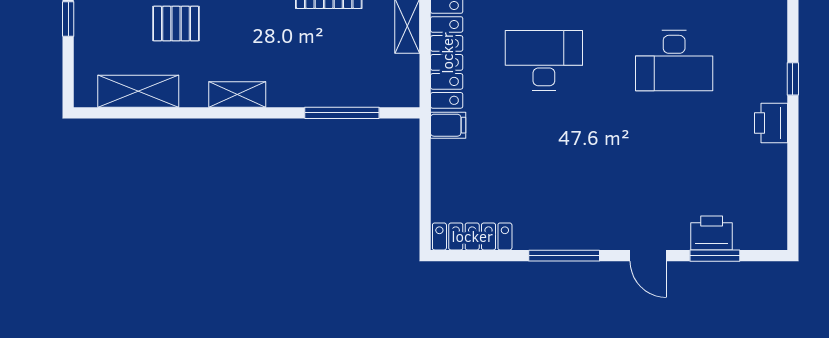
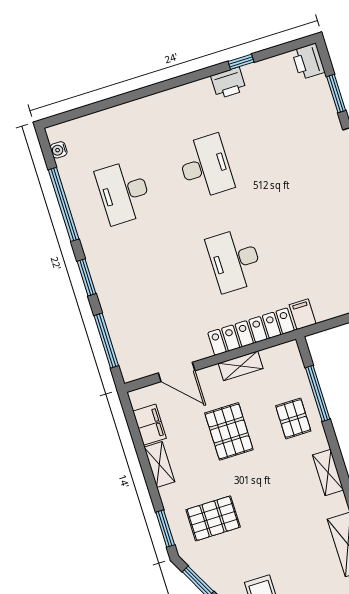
pallet: (176, 24) -> (293, 418), moved
window: (793, 79) -> (241, 62), moved
printer: (712, 233) -> (308, 61), moved

